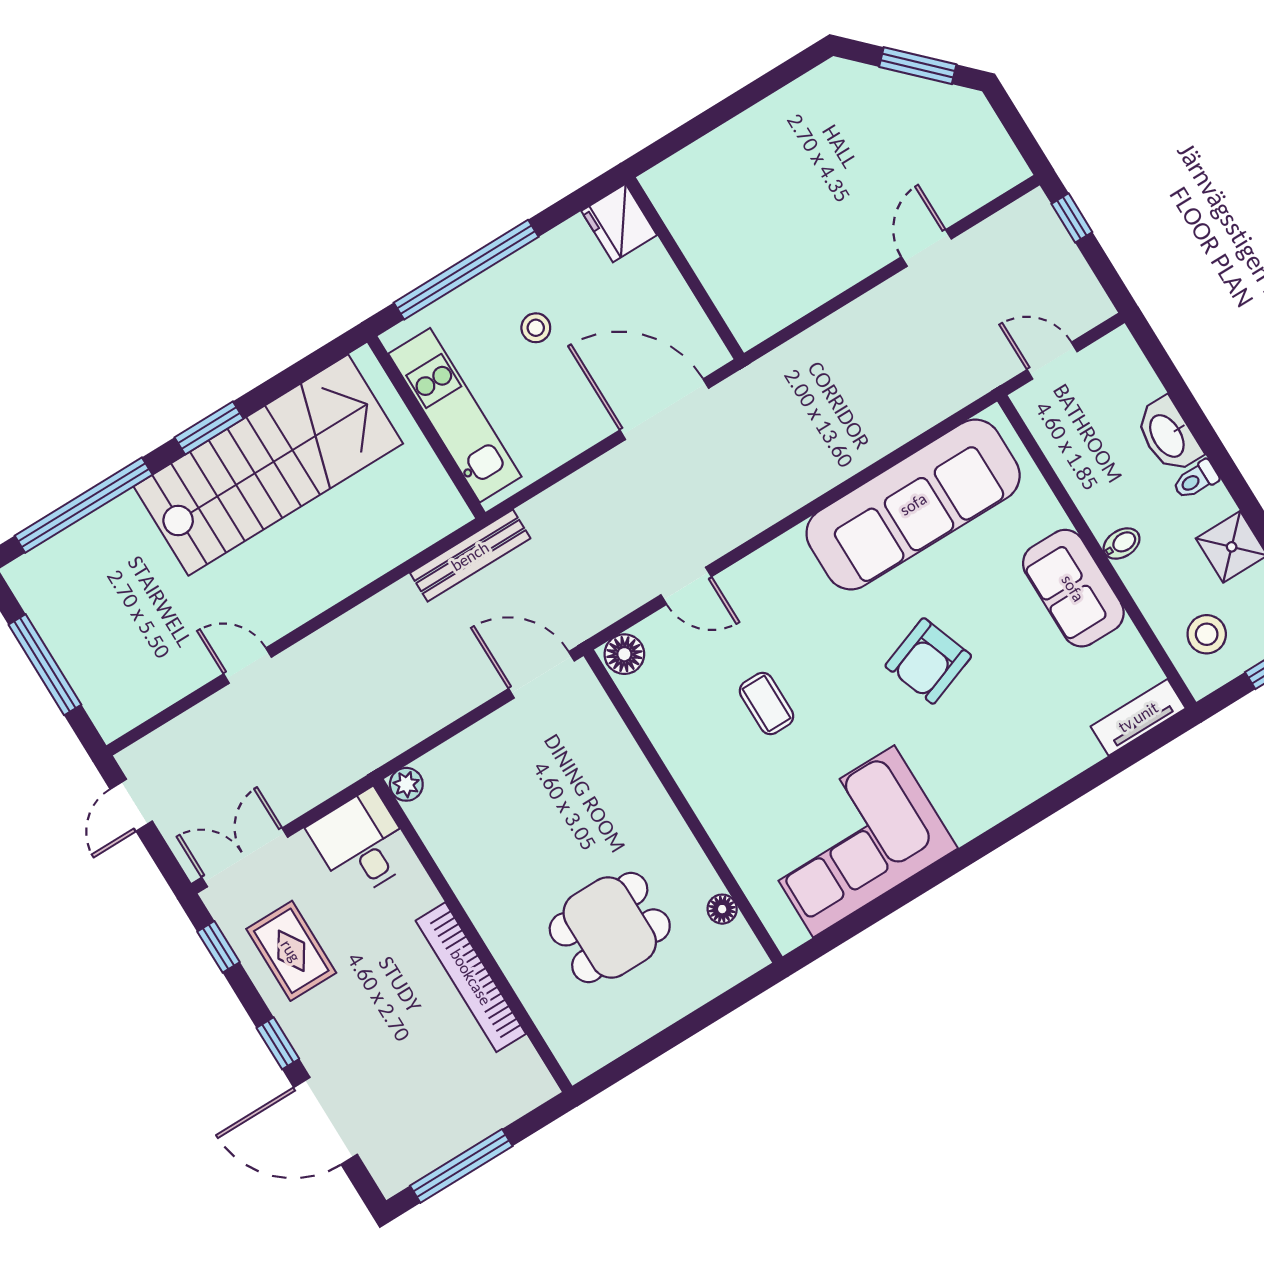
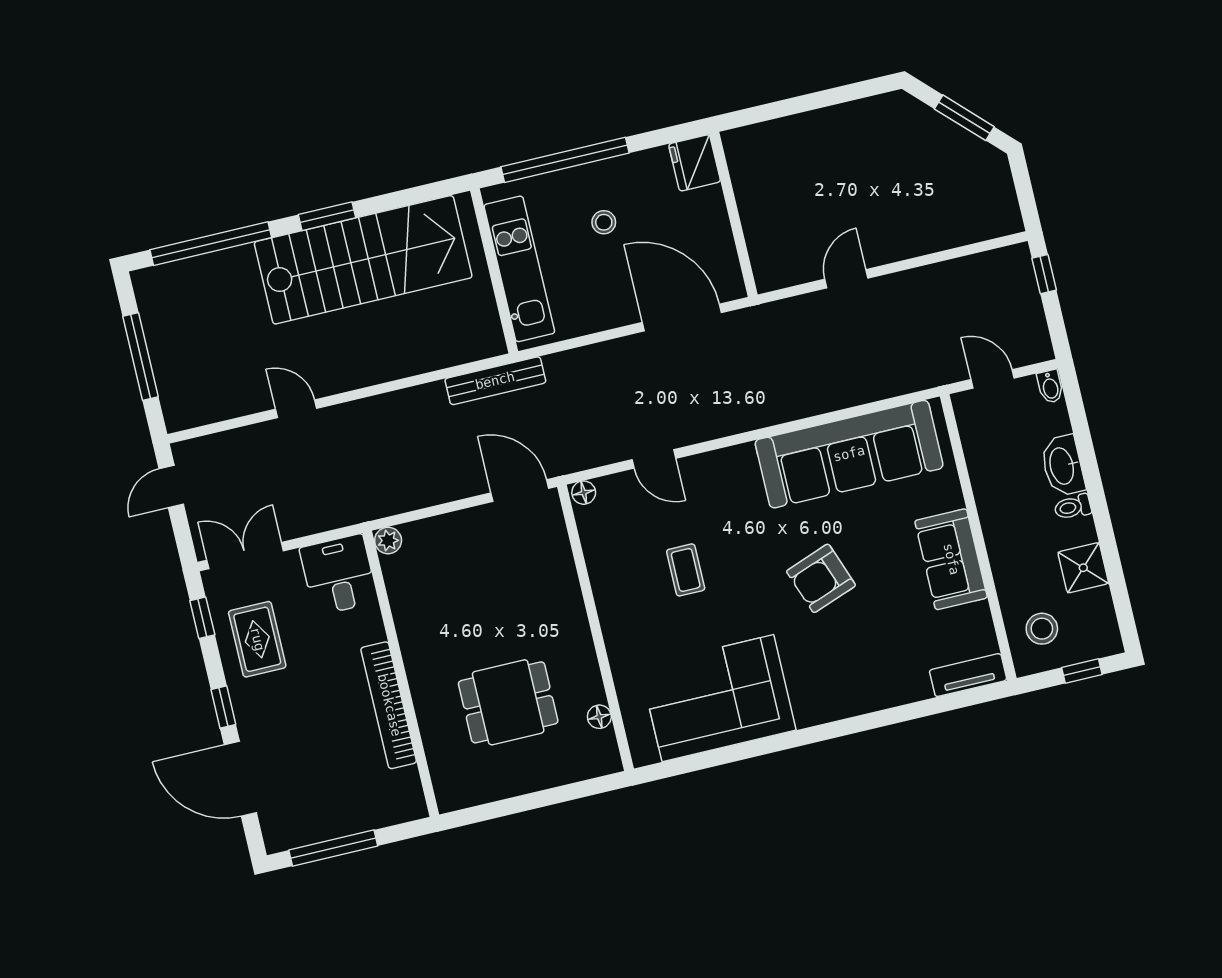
door: (926, 248) -> (846, 279), moved
bidet: (1122, 544) -> (1050, 386), moved, turned 90
floor lamp: (624, 654) -> (584, 493), width x0.73, depth x0.73

